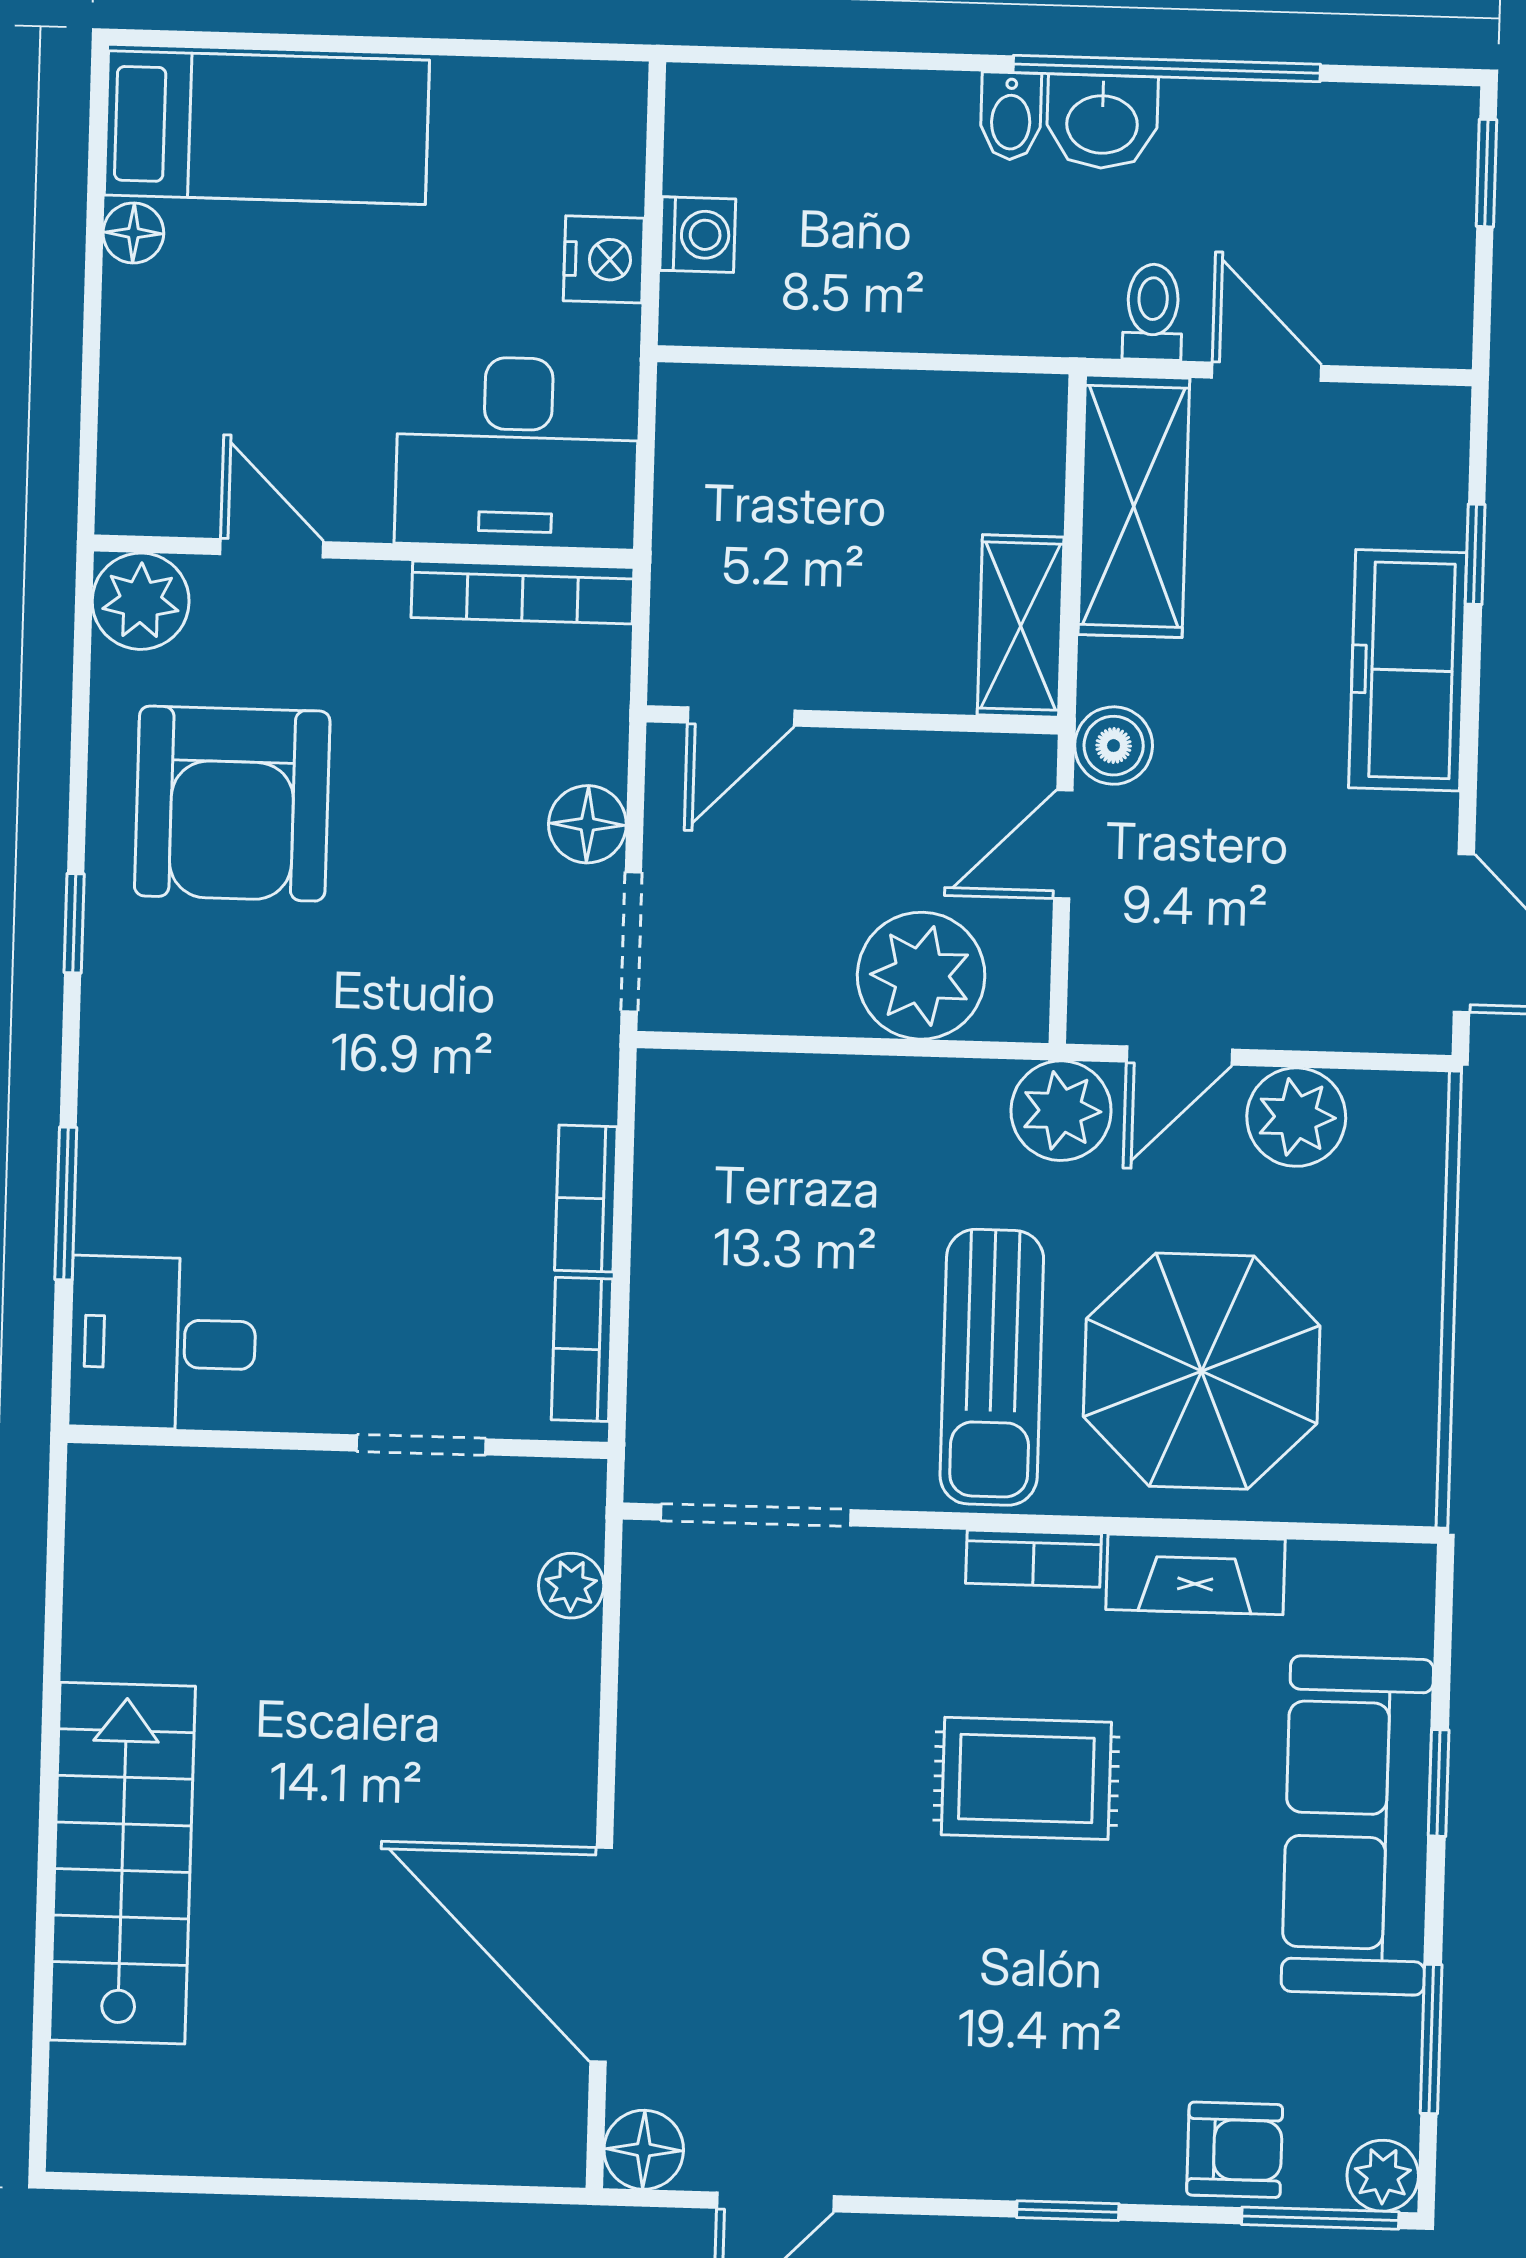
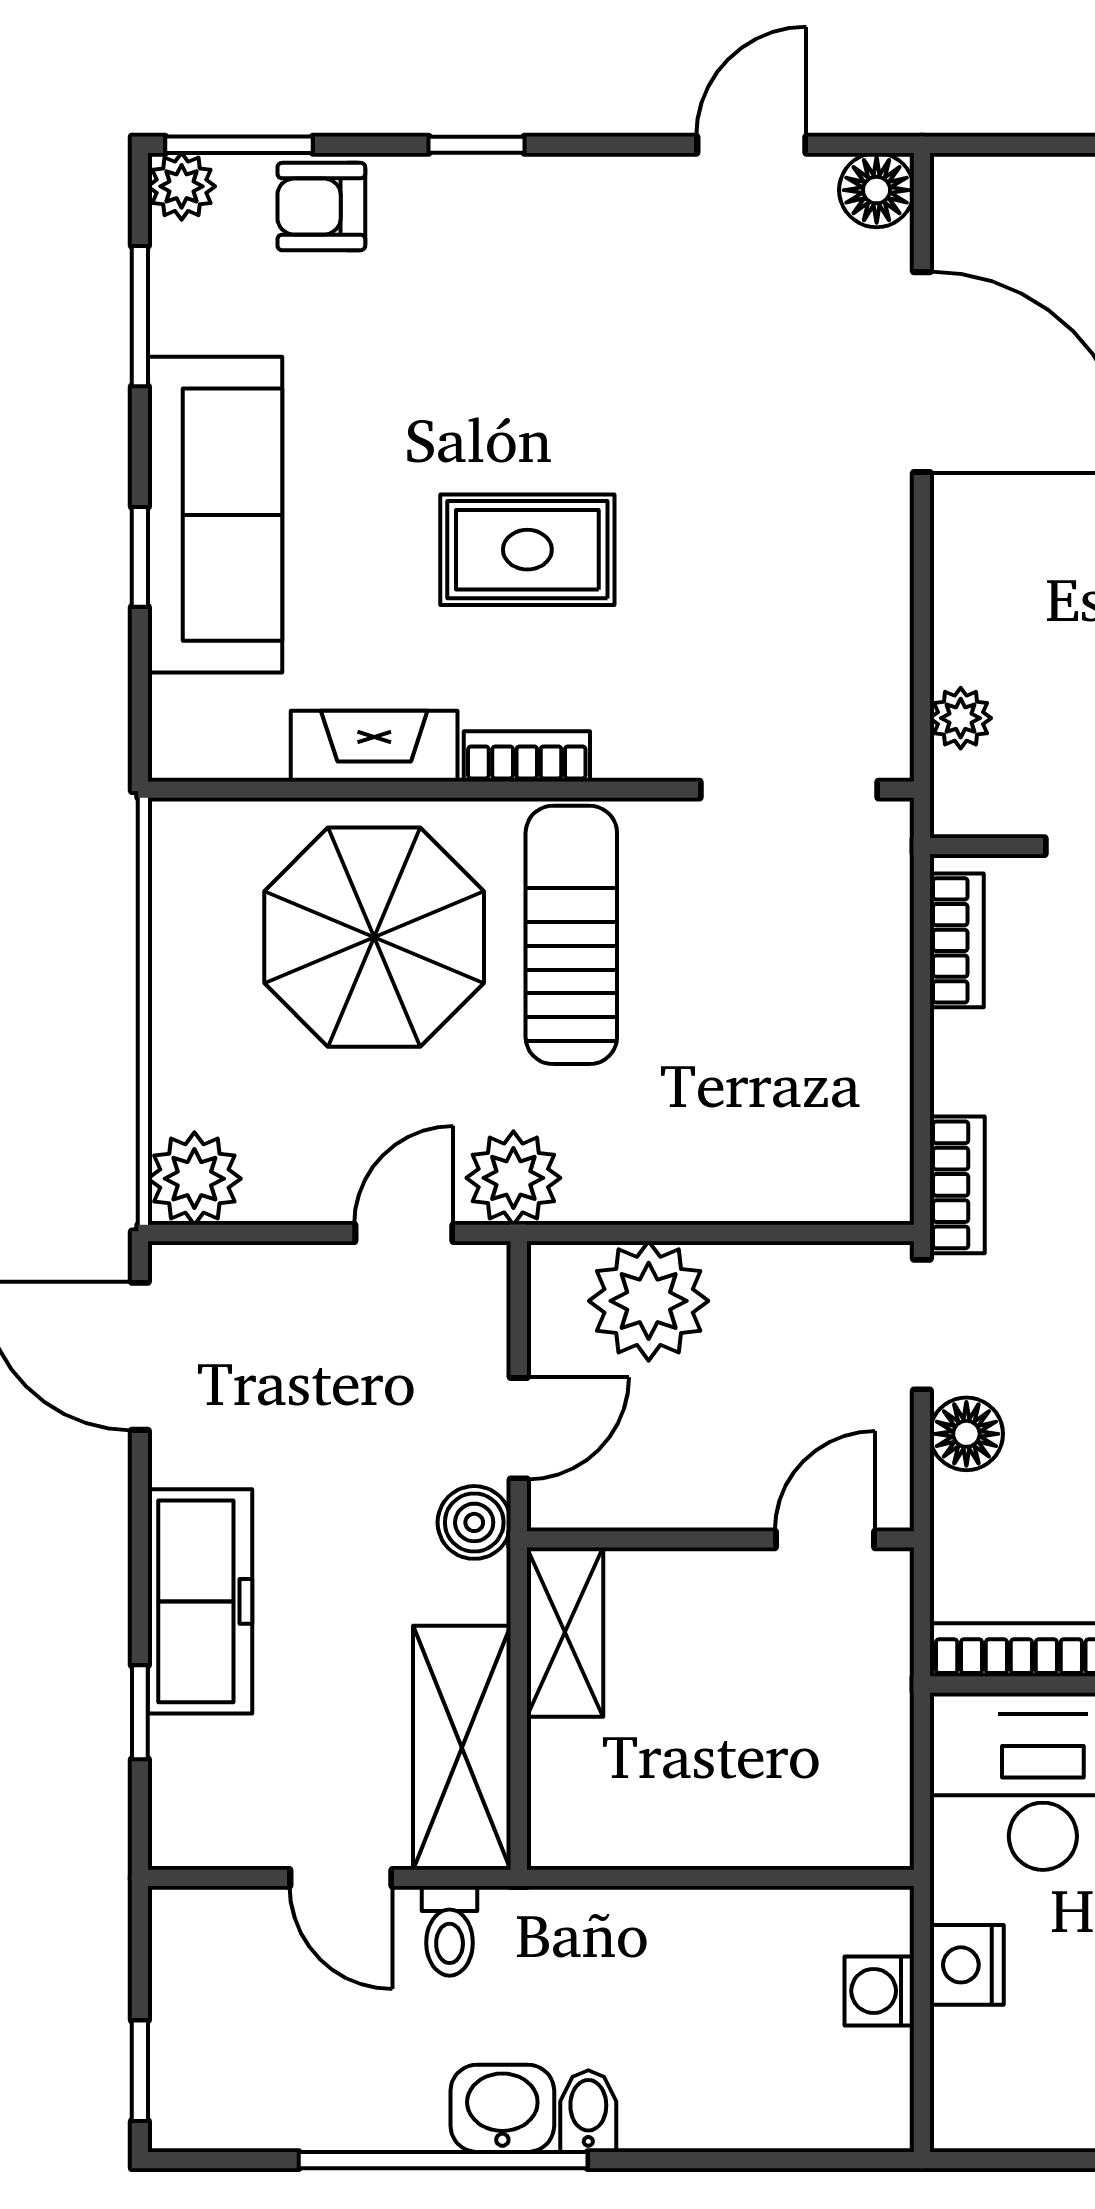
plant: (1296, 1117) -> (194, 1179), moved
bookcase: (586, 1198) -> (957, 1185), moved

